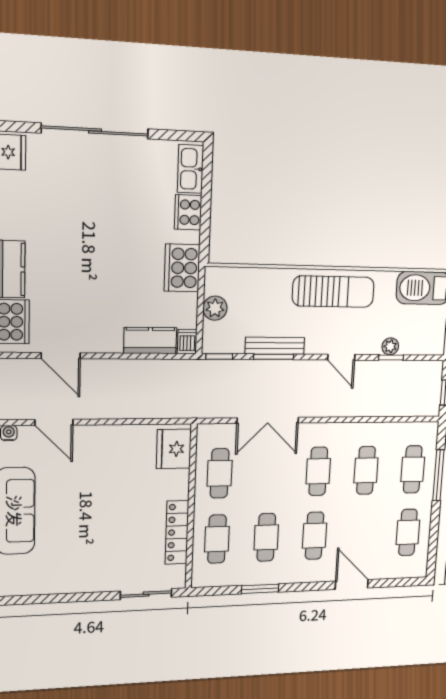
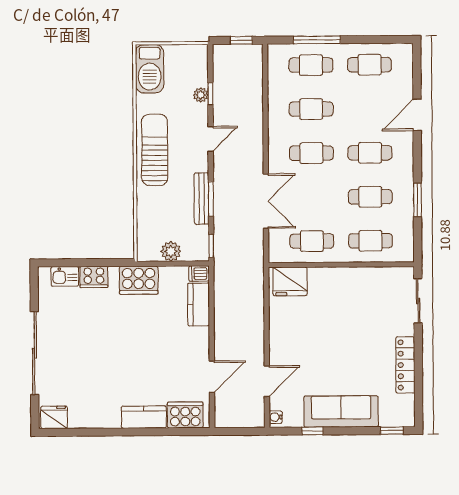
kitchen sink: (190, 169) -> (65, 276), width x0.73
locker: (177, 532) -> (405, 365), moved, turned 90

